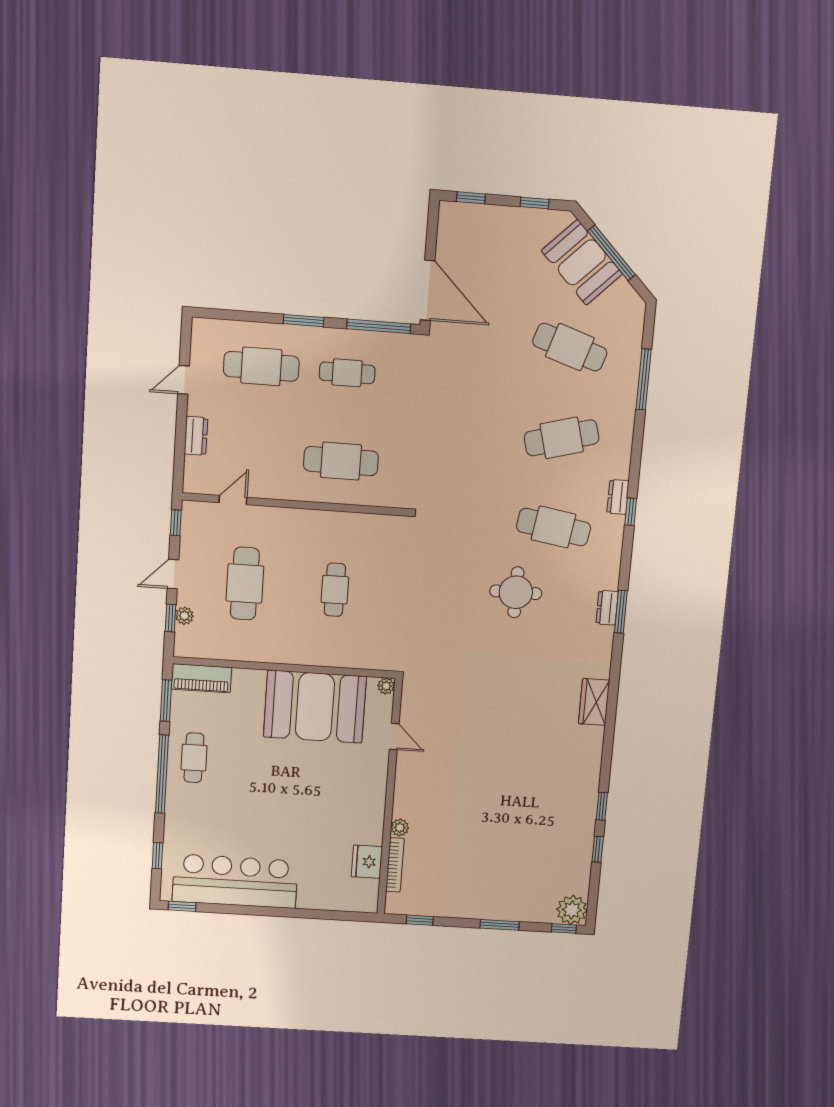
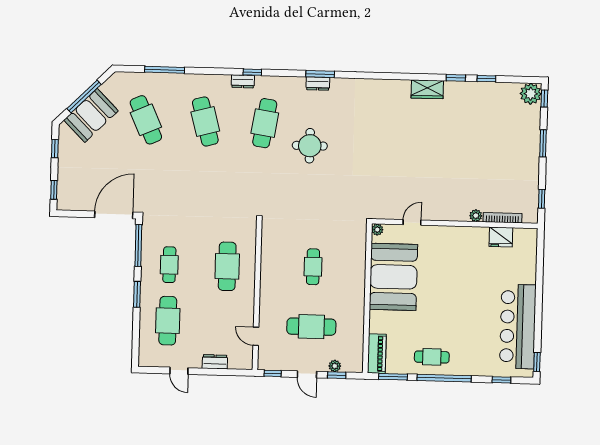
cafe table: (570, 347) -> (146, 120), turned -42
cafe table: (335, 590) -> (313, 267), turned 90
wardrobe: (594, 702) -> (427, 89), moved

